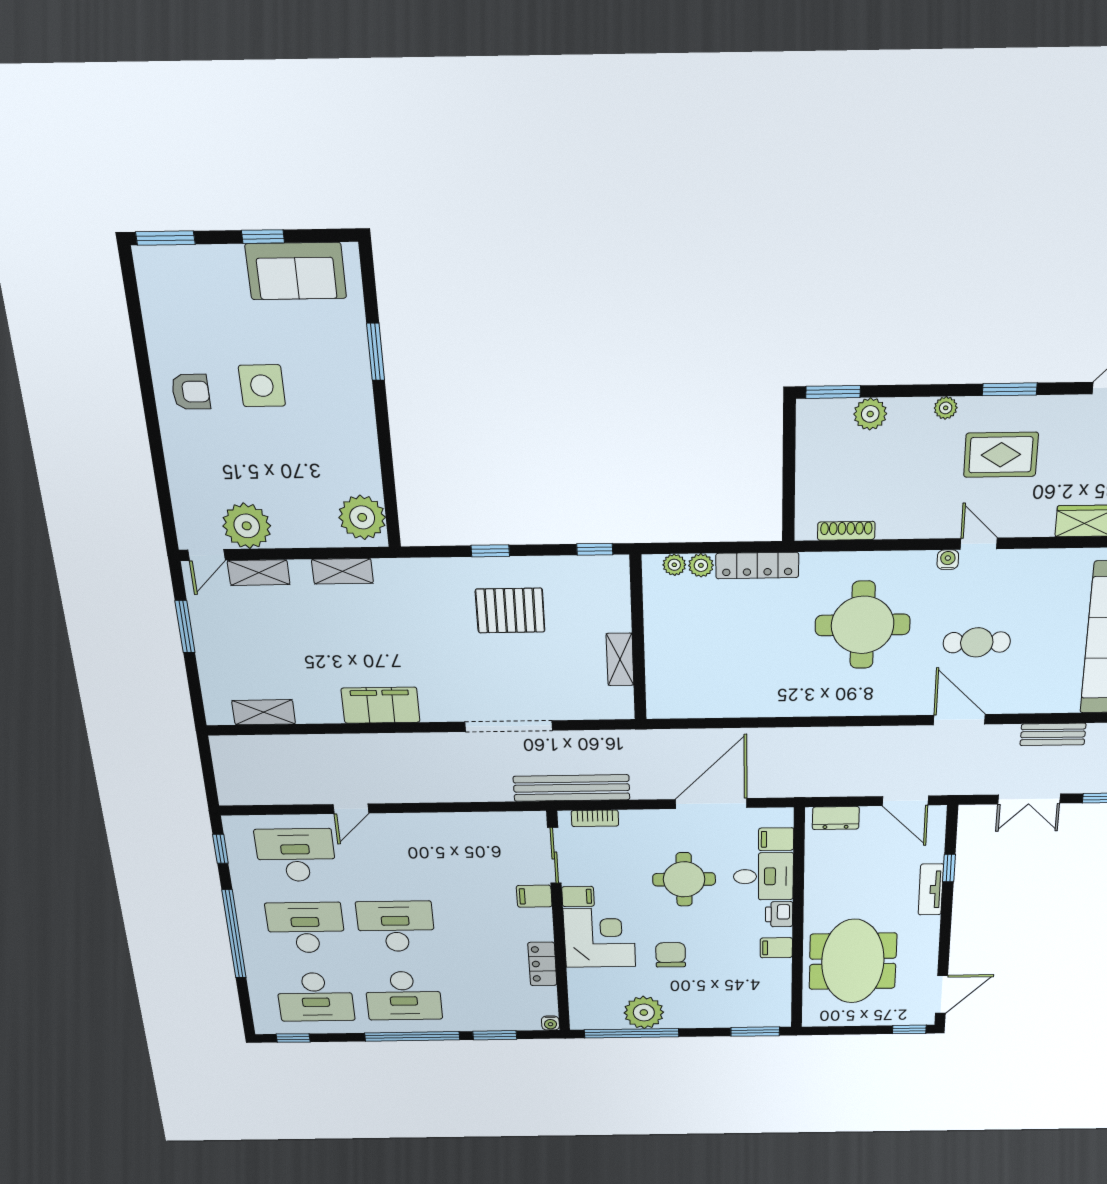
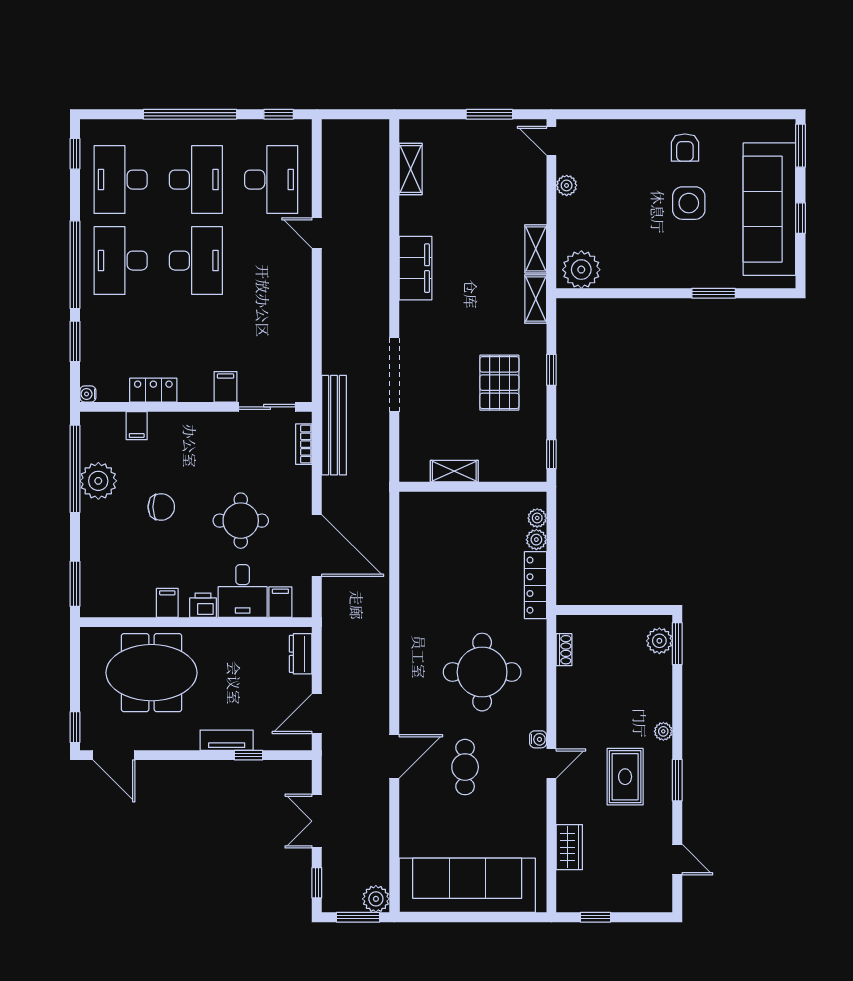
sofa: (296, 271) -> (769, 209), width x1.85, depth x1.27
plant: (870, 414) -> (659, 641), moved
plant: (247, 526) -> (567, 185), width x0.53, depth x0.53
shoe rack: (846, 531) -> (564, 650), width x0.70
shelving: (259, 573) -> (536, 299), moved
bench: (1053, 734) -> (379, 837), removed
filing cabinet: (578, 896) -> (137, 426), moved
corner desk: (599, 938) -> (181, 443), removed

